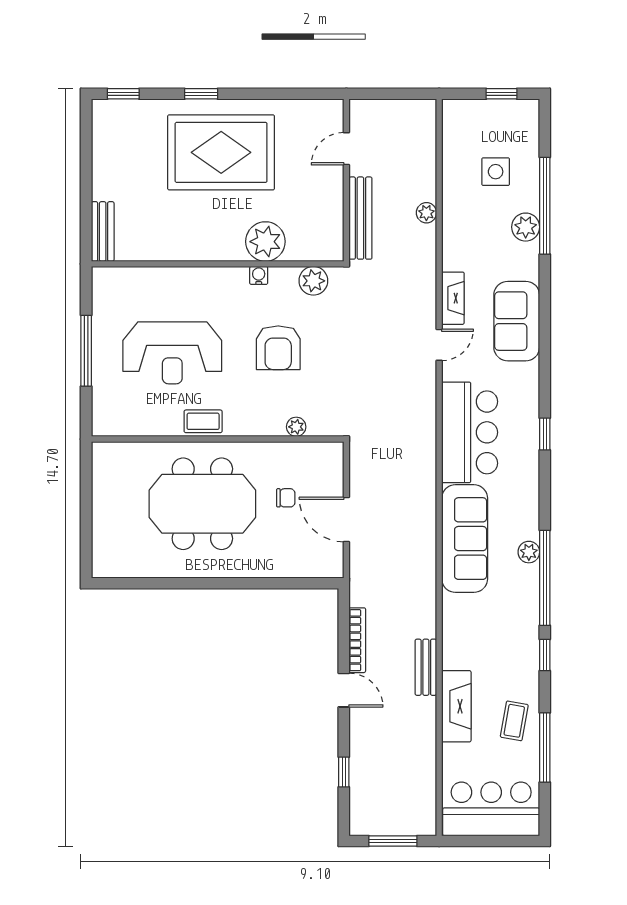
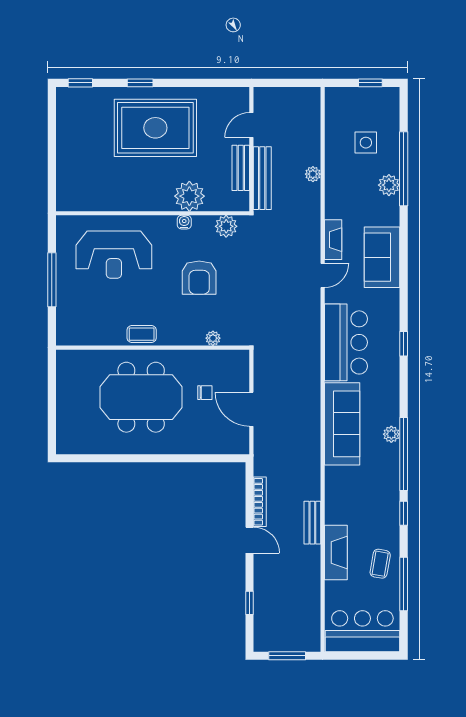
bench: (103, 231) -> (241, 168), moved
reception desk: (172, 353) -> (114, 255), moved

